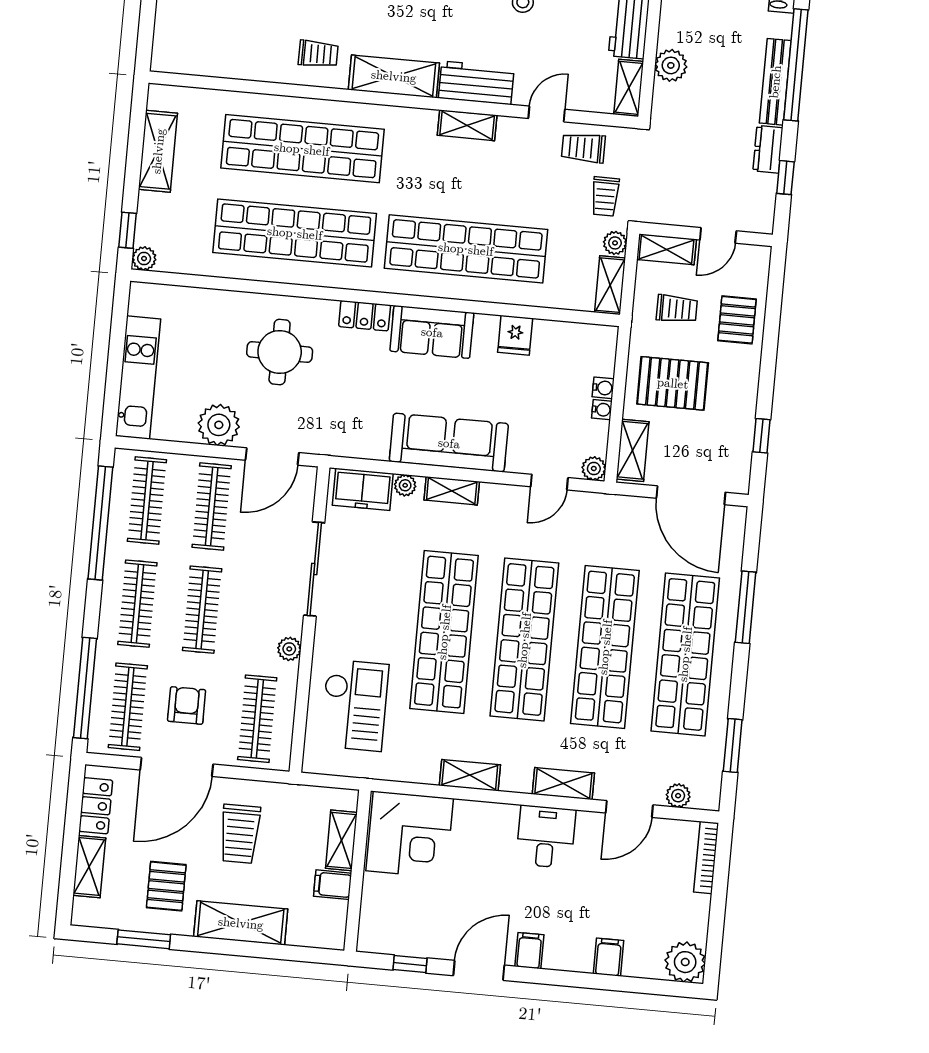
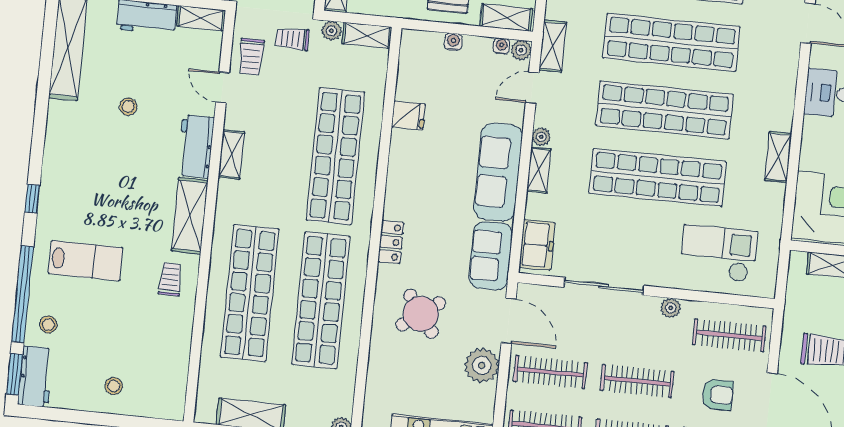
trolley: (605, 196) -> (292, 39), turned 180
sofa: (432, 332) -> (491, 256), moved, turned 180
round table: (280, 352) -> (421, 314), turned -36
water cooler: (602, 410) -> (502, 46), moved
door: (549, 482) -> (532, 88), swing flipped
plant: (405, 485) -> (541, 137), moved
armchair: (187, 705) -> (718, 395), turned 180
shelving: (563, 784) -> (553, 46), moved

